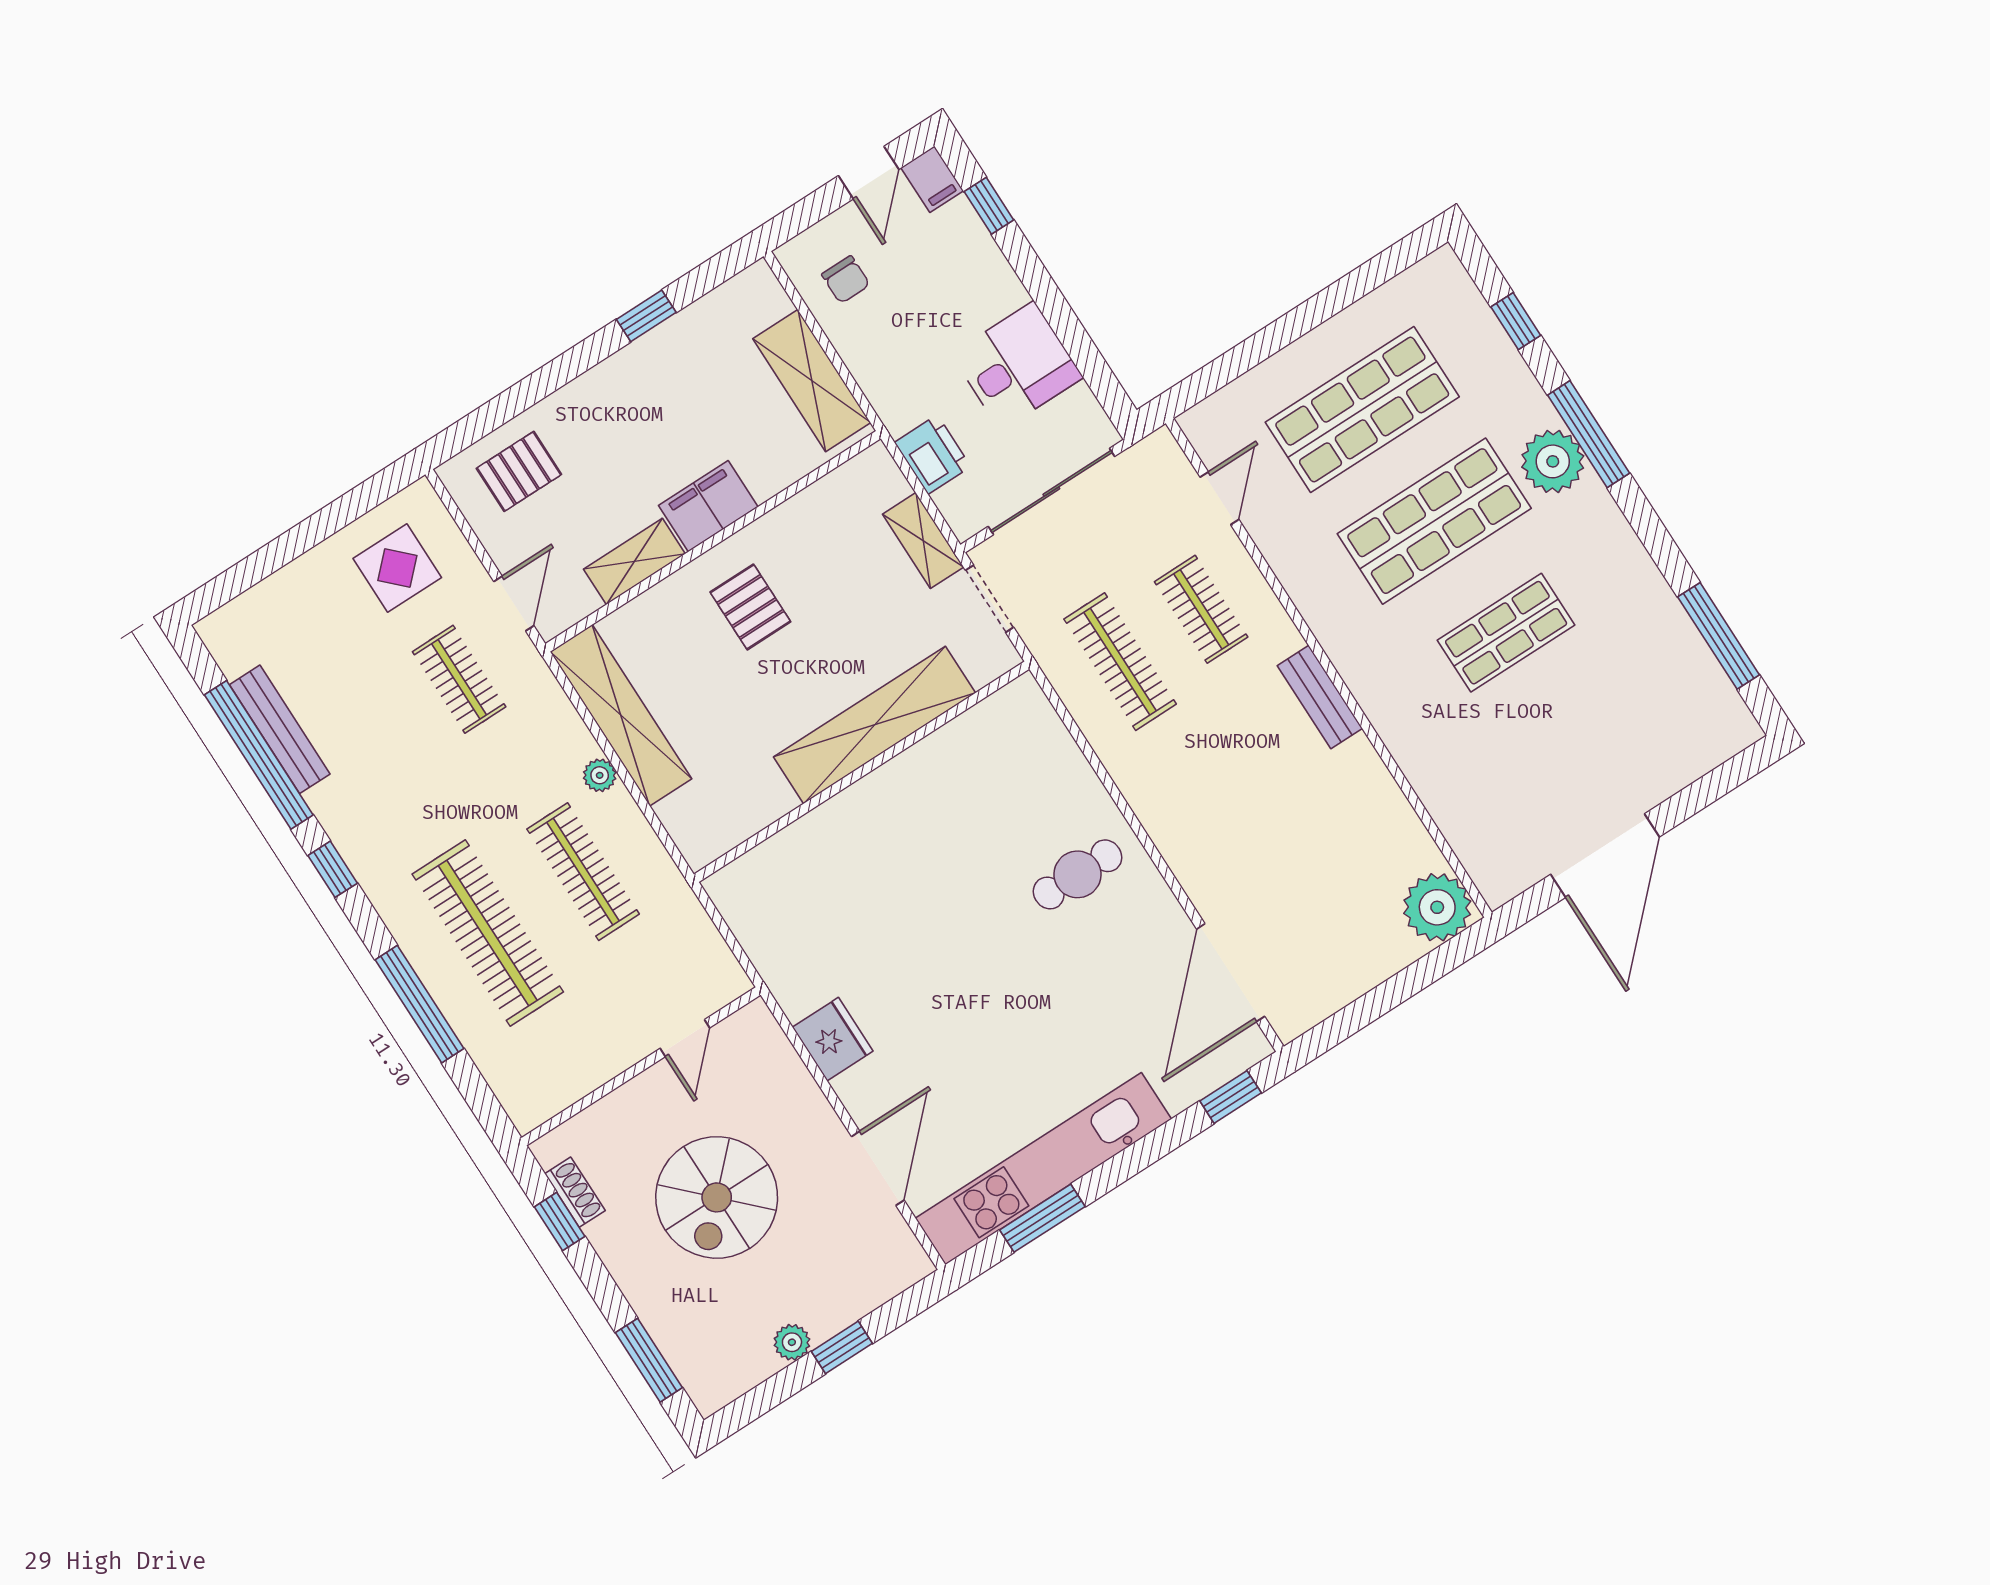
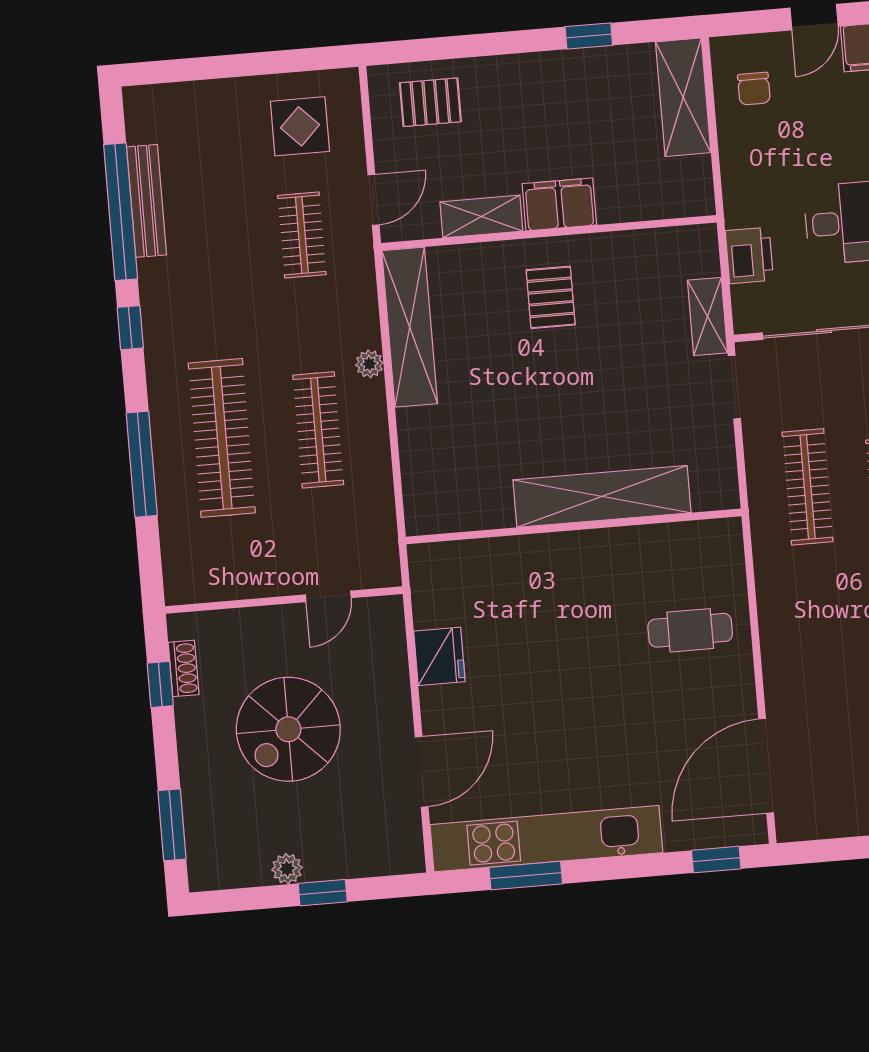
shelving: (812, 381) -> (683, 97), moved
shelving: (874, 725) -> (602, 496), moved
wall: (862, 772) -> (574, 526), moved

